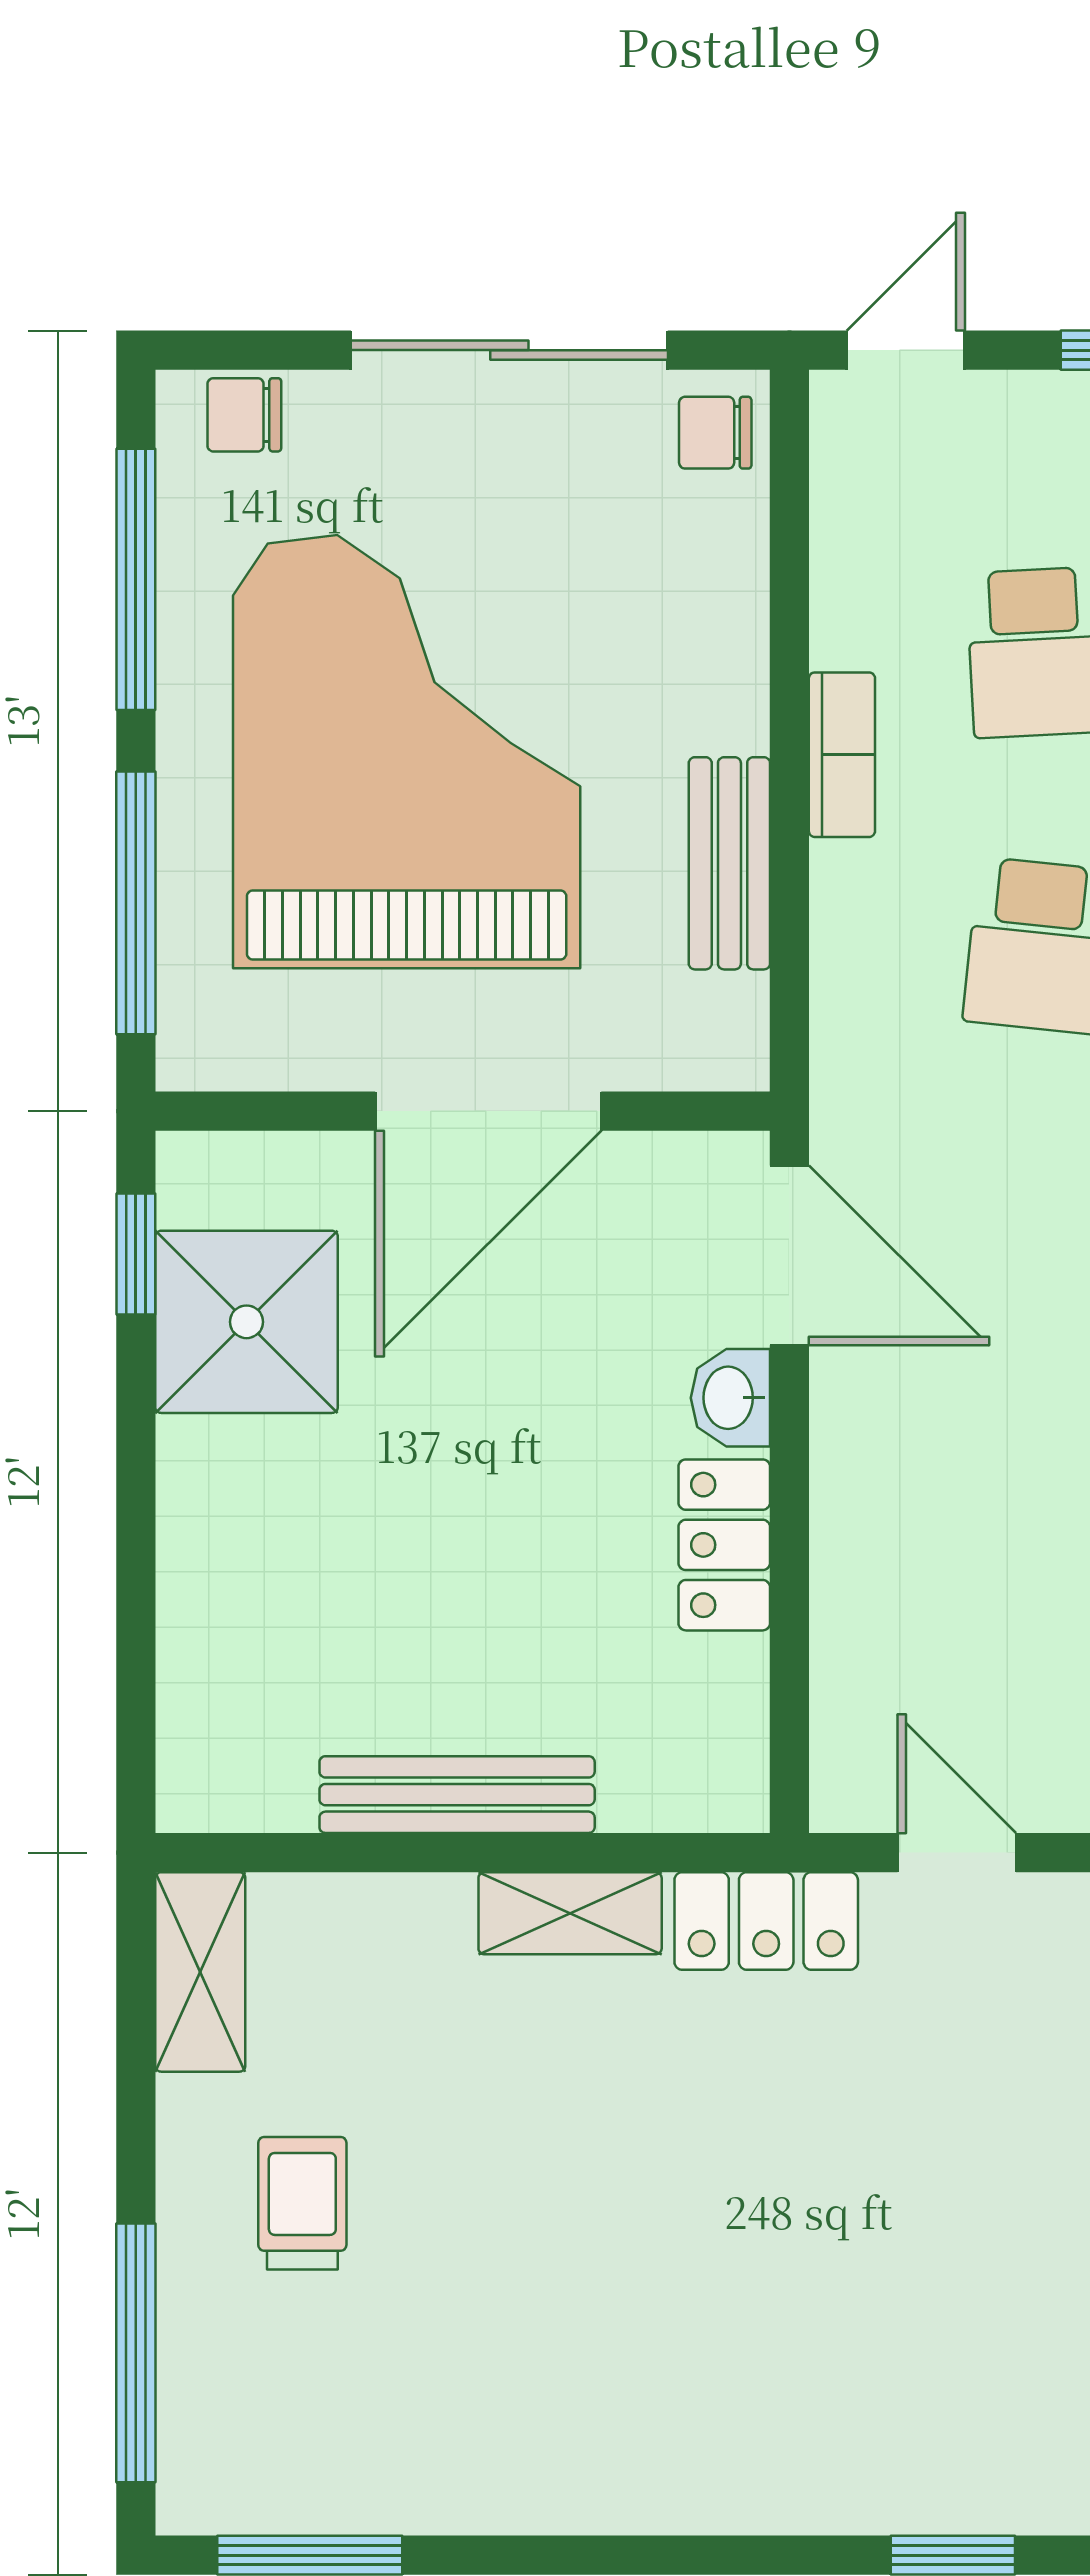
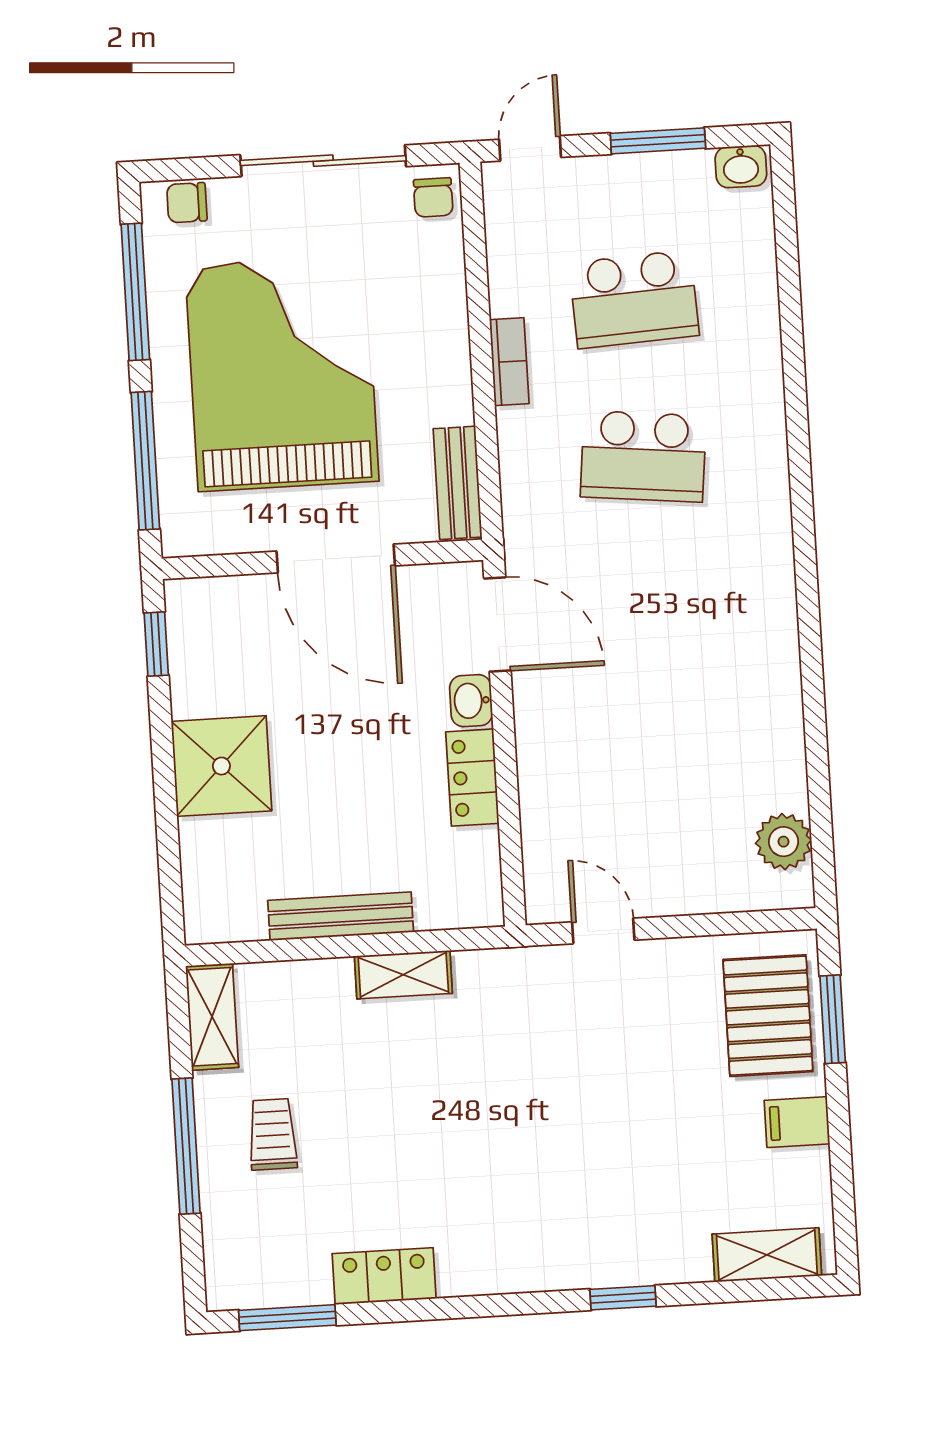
chair: (715, 433) -> (433, 197), turned -90
bench: (729, 863) -> (458, 483), moved
door: (488, 1111) -> (336, 559), hinge flipped
shower: (247, 1322) -> (221, 766), moved
locker: (766, 1921) -> (384, 1276), moved, turned 180
window: (136, 2353) -> (186, 1146), moved

